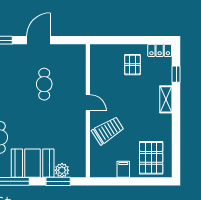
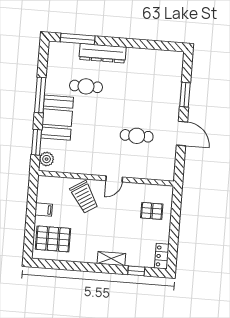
pallet: (132, 65) -> (152, 211), moved
plant: (62, 170) -> (47, 159), moved

